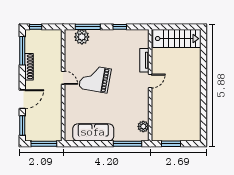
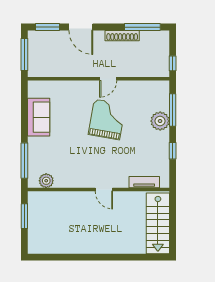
window: (36, 27) -> (173, 63), moved
plant: (82, 37) -> (160, 121), moved
tv unit: (144, 60) -> (144, 182), moved
sofa: (93, 132) -> (39, 117), width x0.73

